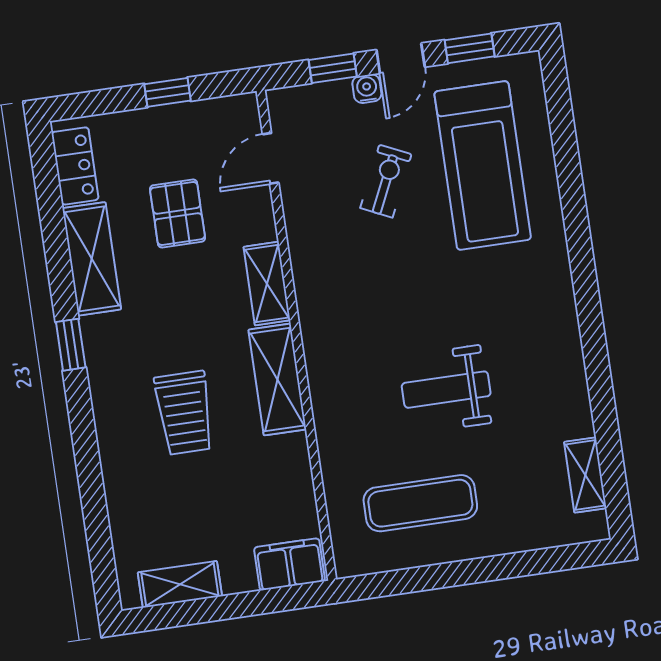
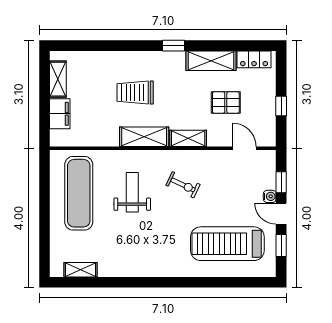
exercise bike: (386, 181) -> (183, 185), moved
weight bench: (446, 390) -> (132, 192), moved
exercise mat: (420, 503) -> (79, 193), width x1.36, depth x1.45
filing cabinet: (290, 564) -> (60, 114), moved

